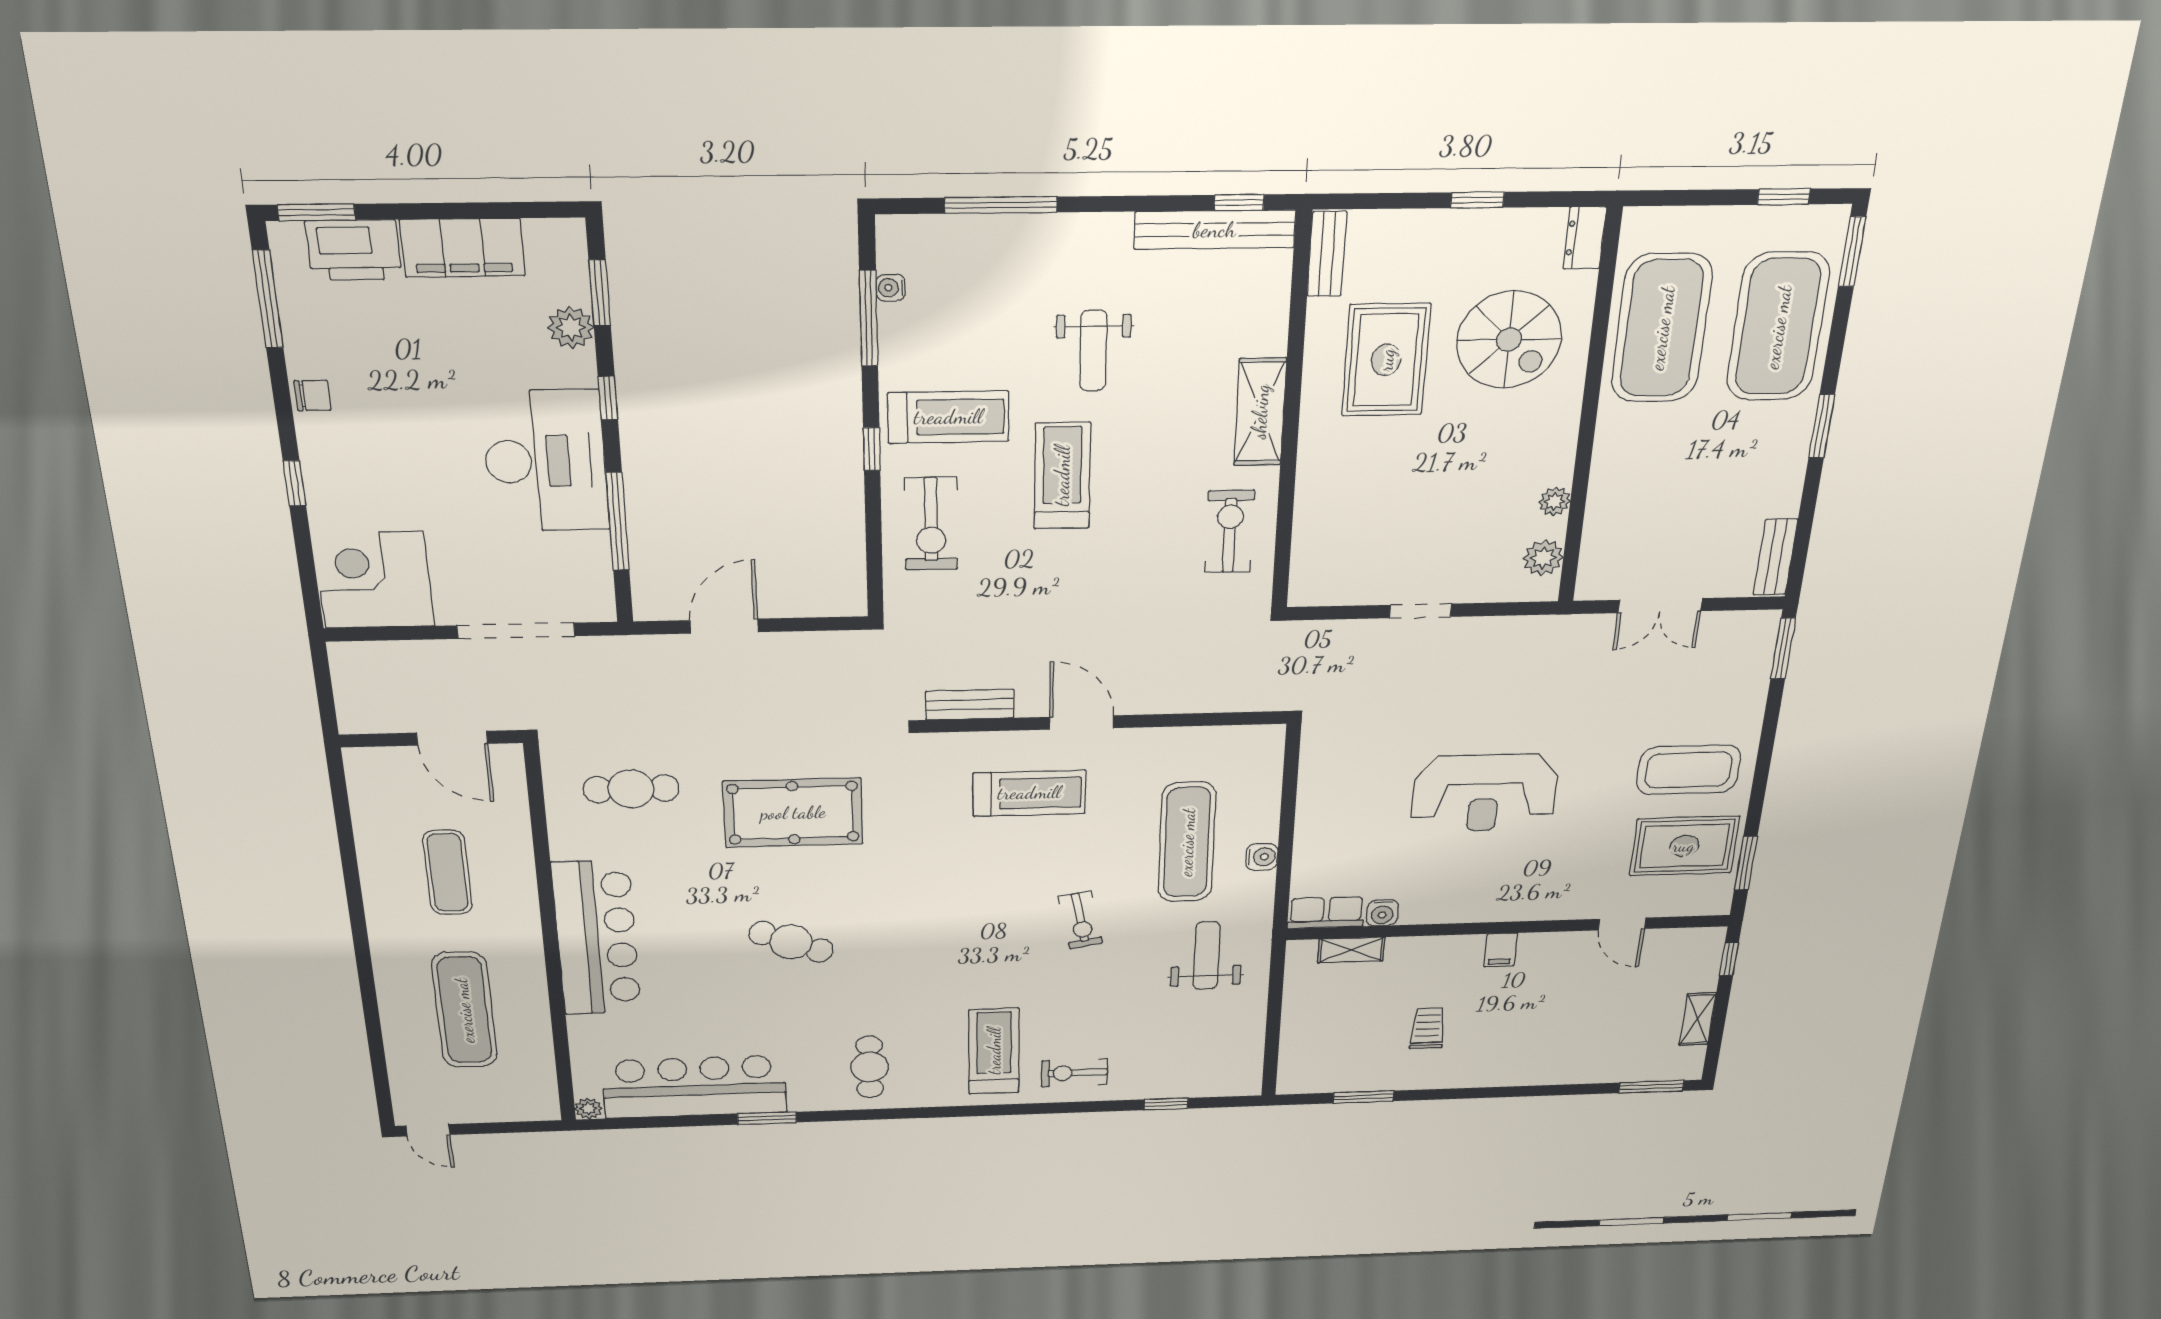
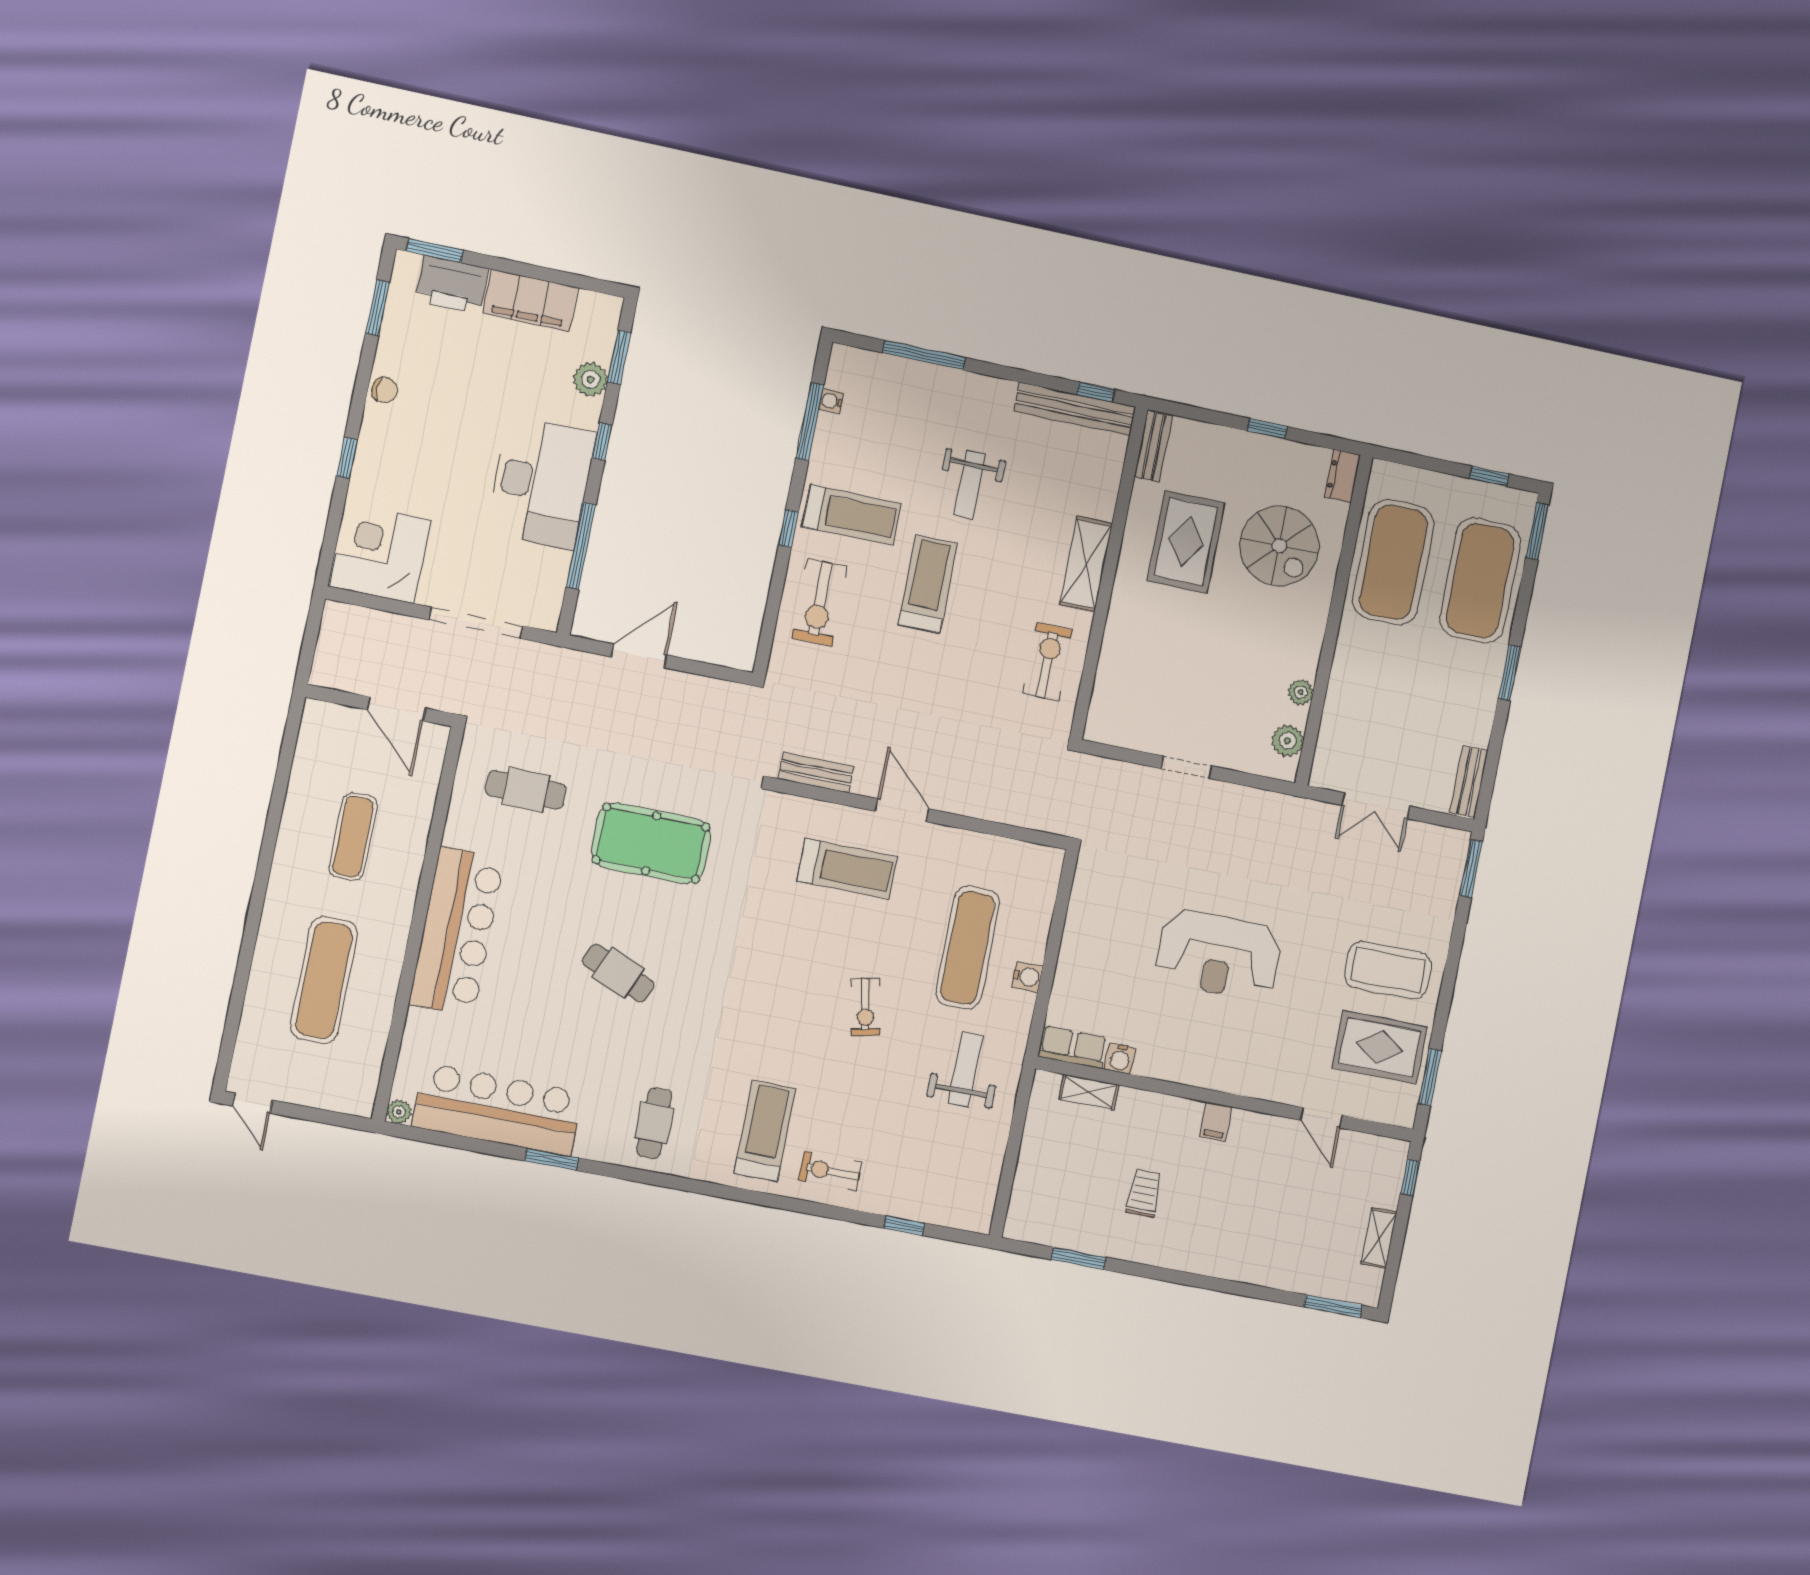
window: (268, 299) -> (378, 308), width x0.69

